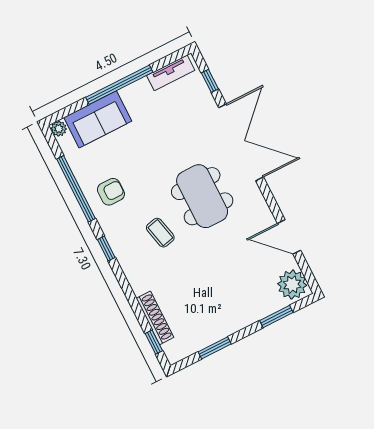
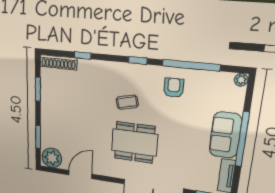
sofa: (98, 119) -> (225, 135), moved
armchair: (111, 192) -> (174, 88), turned 180
shoe rack: (155, 318) -> (58, 62), moved
window: (154, 342) -> (83, 55), moved

